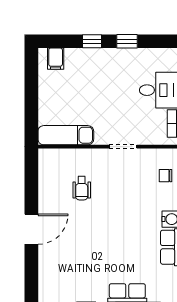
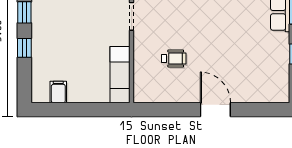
filing cabinet: (56, 59) -> (58, 92), moved, turned -90

